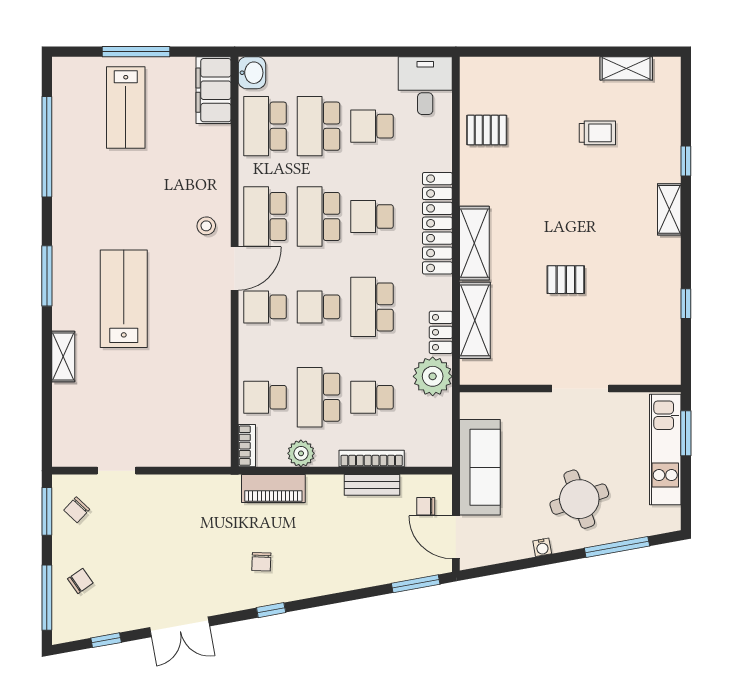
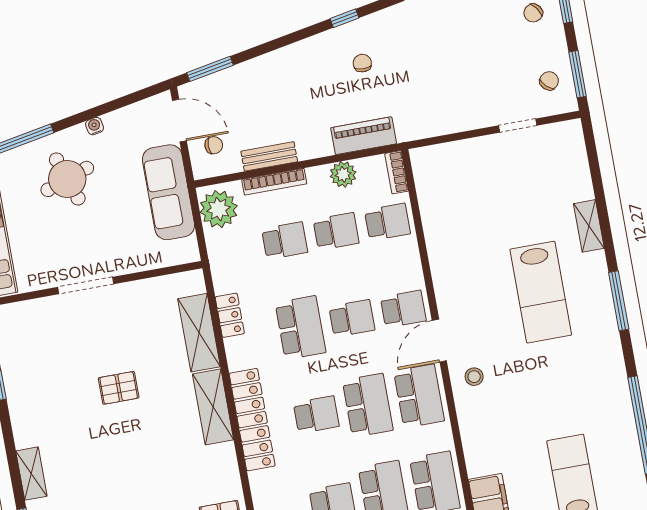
plant: (433, 376) -> (219, 209), moved
school desk: (319, 397) -> (336, 231), width x0.54

